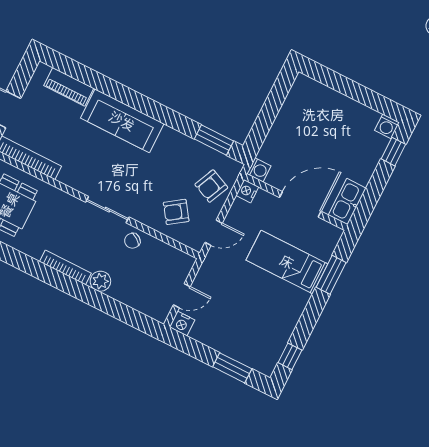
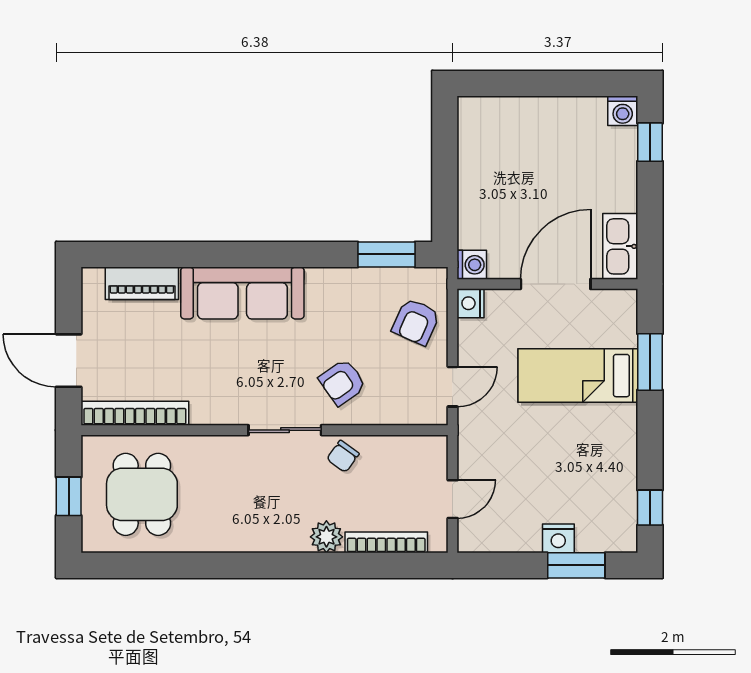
armchair: (176, 212) -> (342, 382), moved
bookcase: (65, 267) -> (386, 542), moved
nightstand: (182, 324) -> (558, 538), moved

